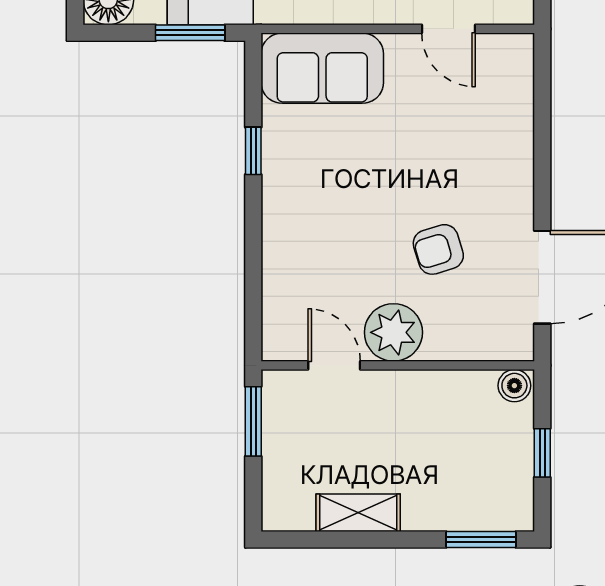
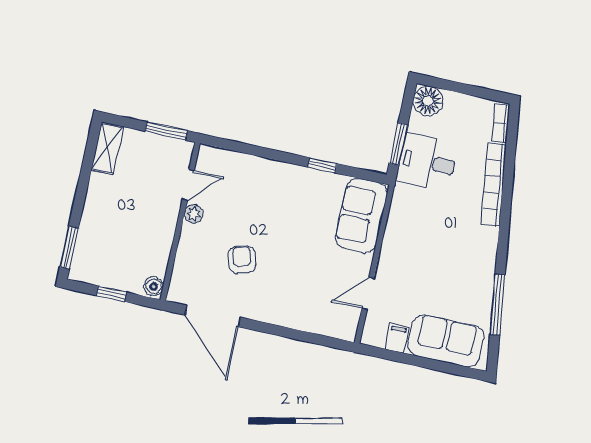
plant: (393, 332) -> (194, 214), width x0.53, depth x0.53
shelving: (358, 513) -> (107, 148), moved

